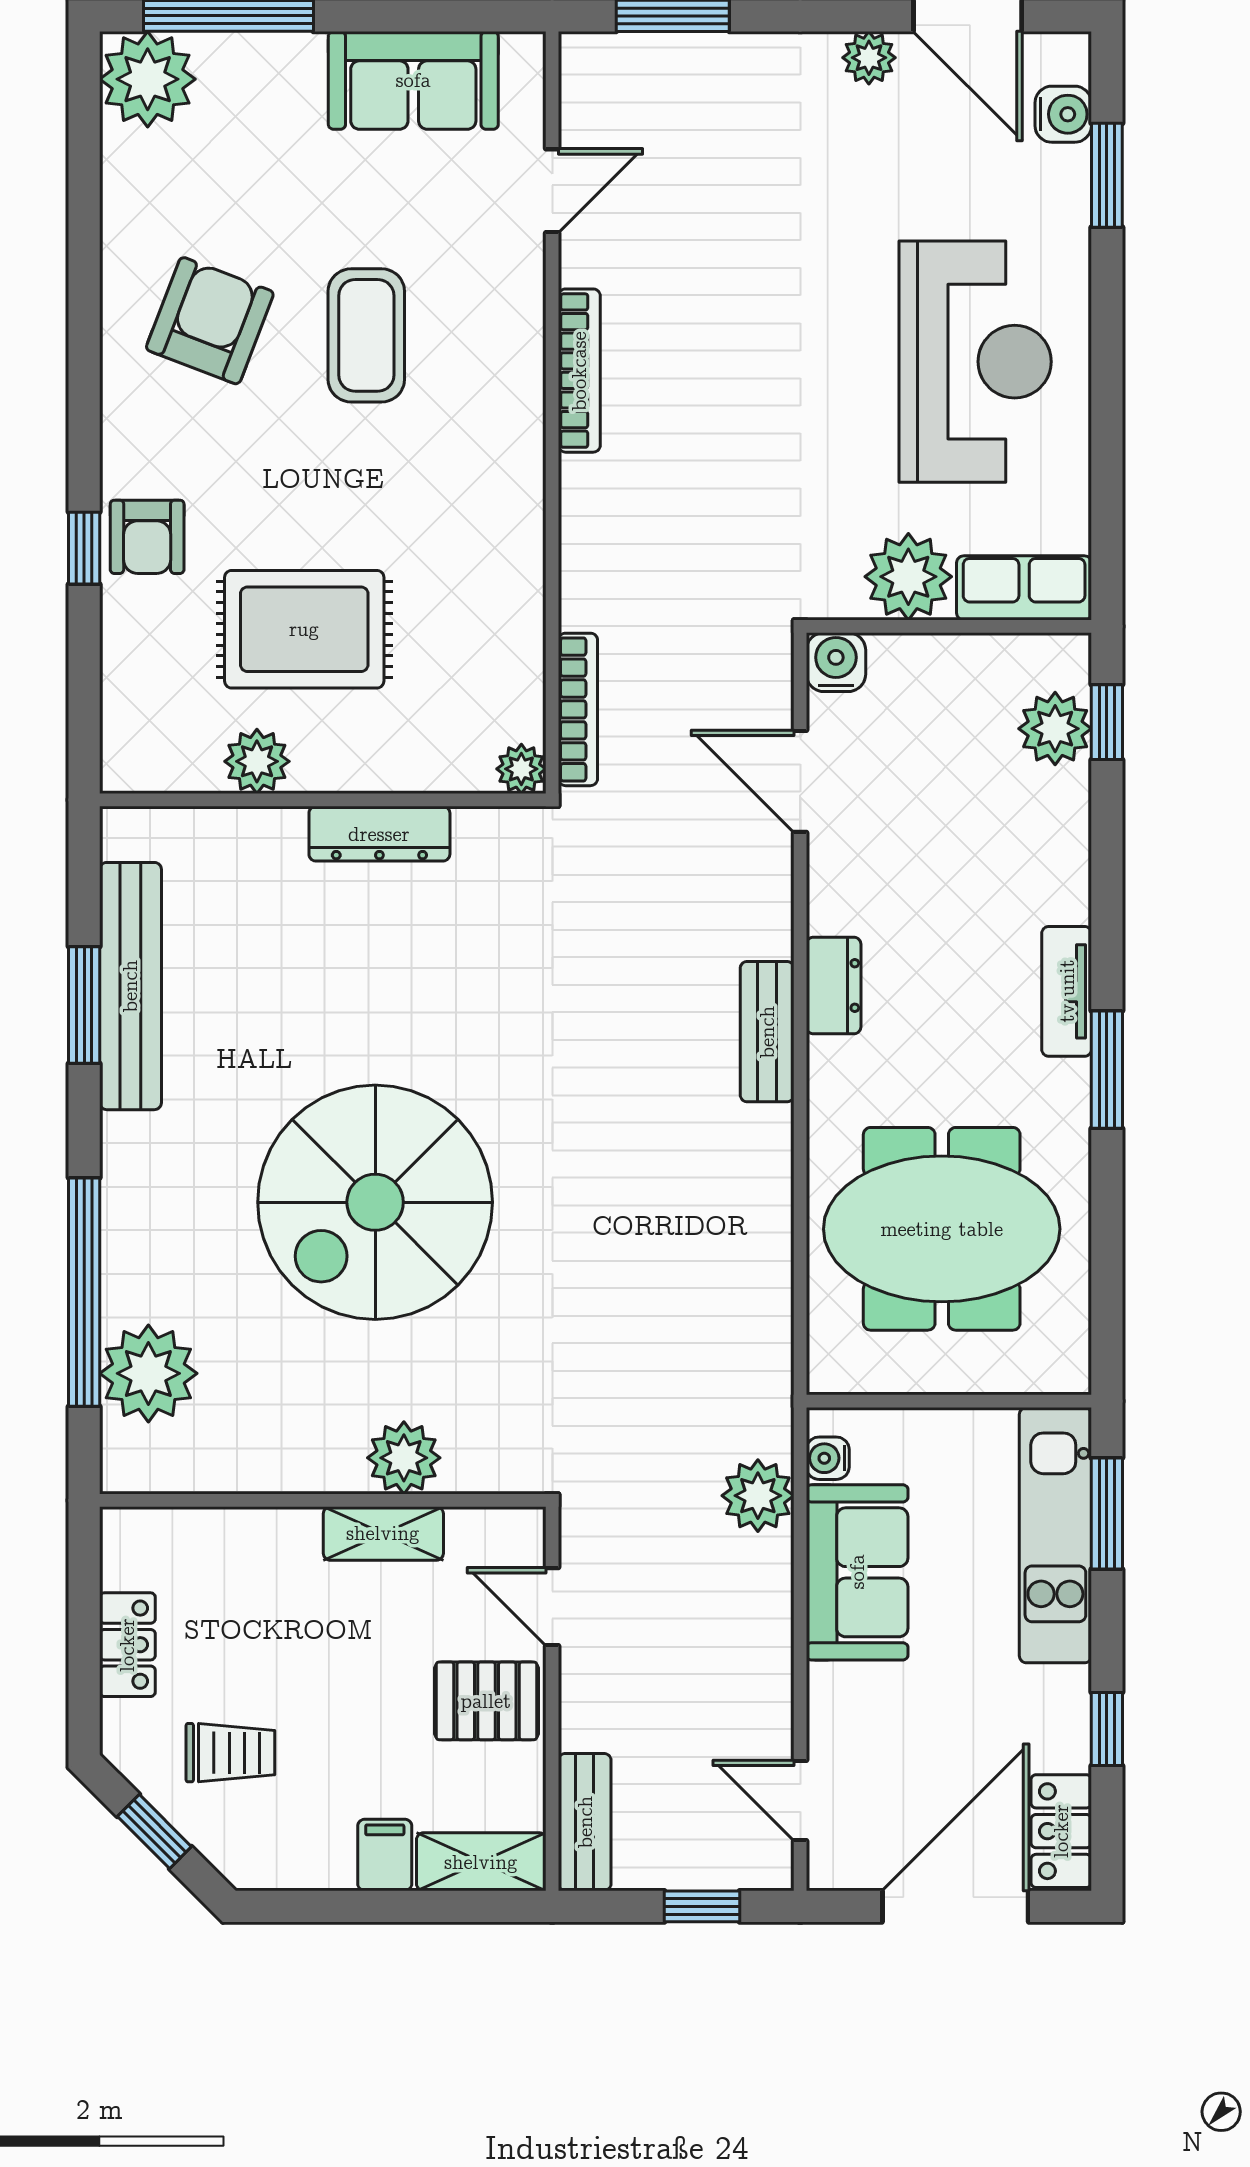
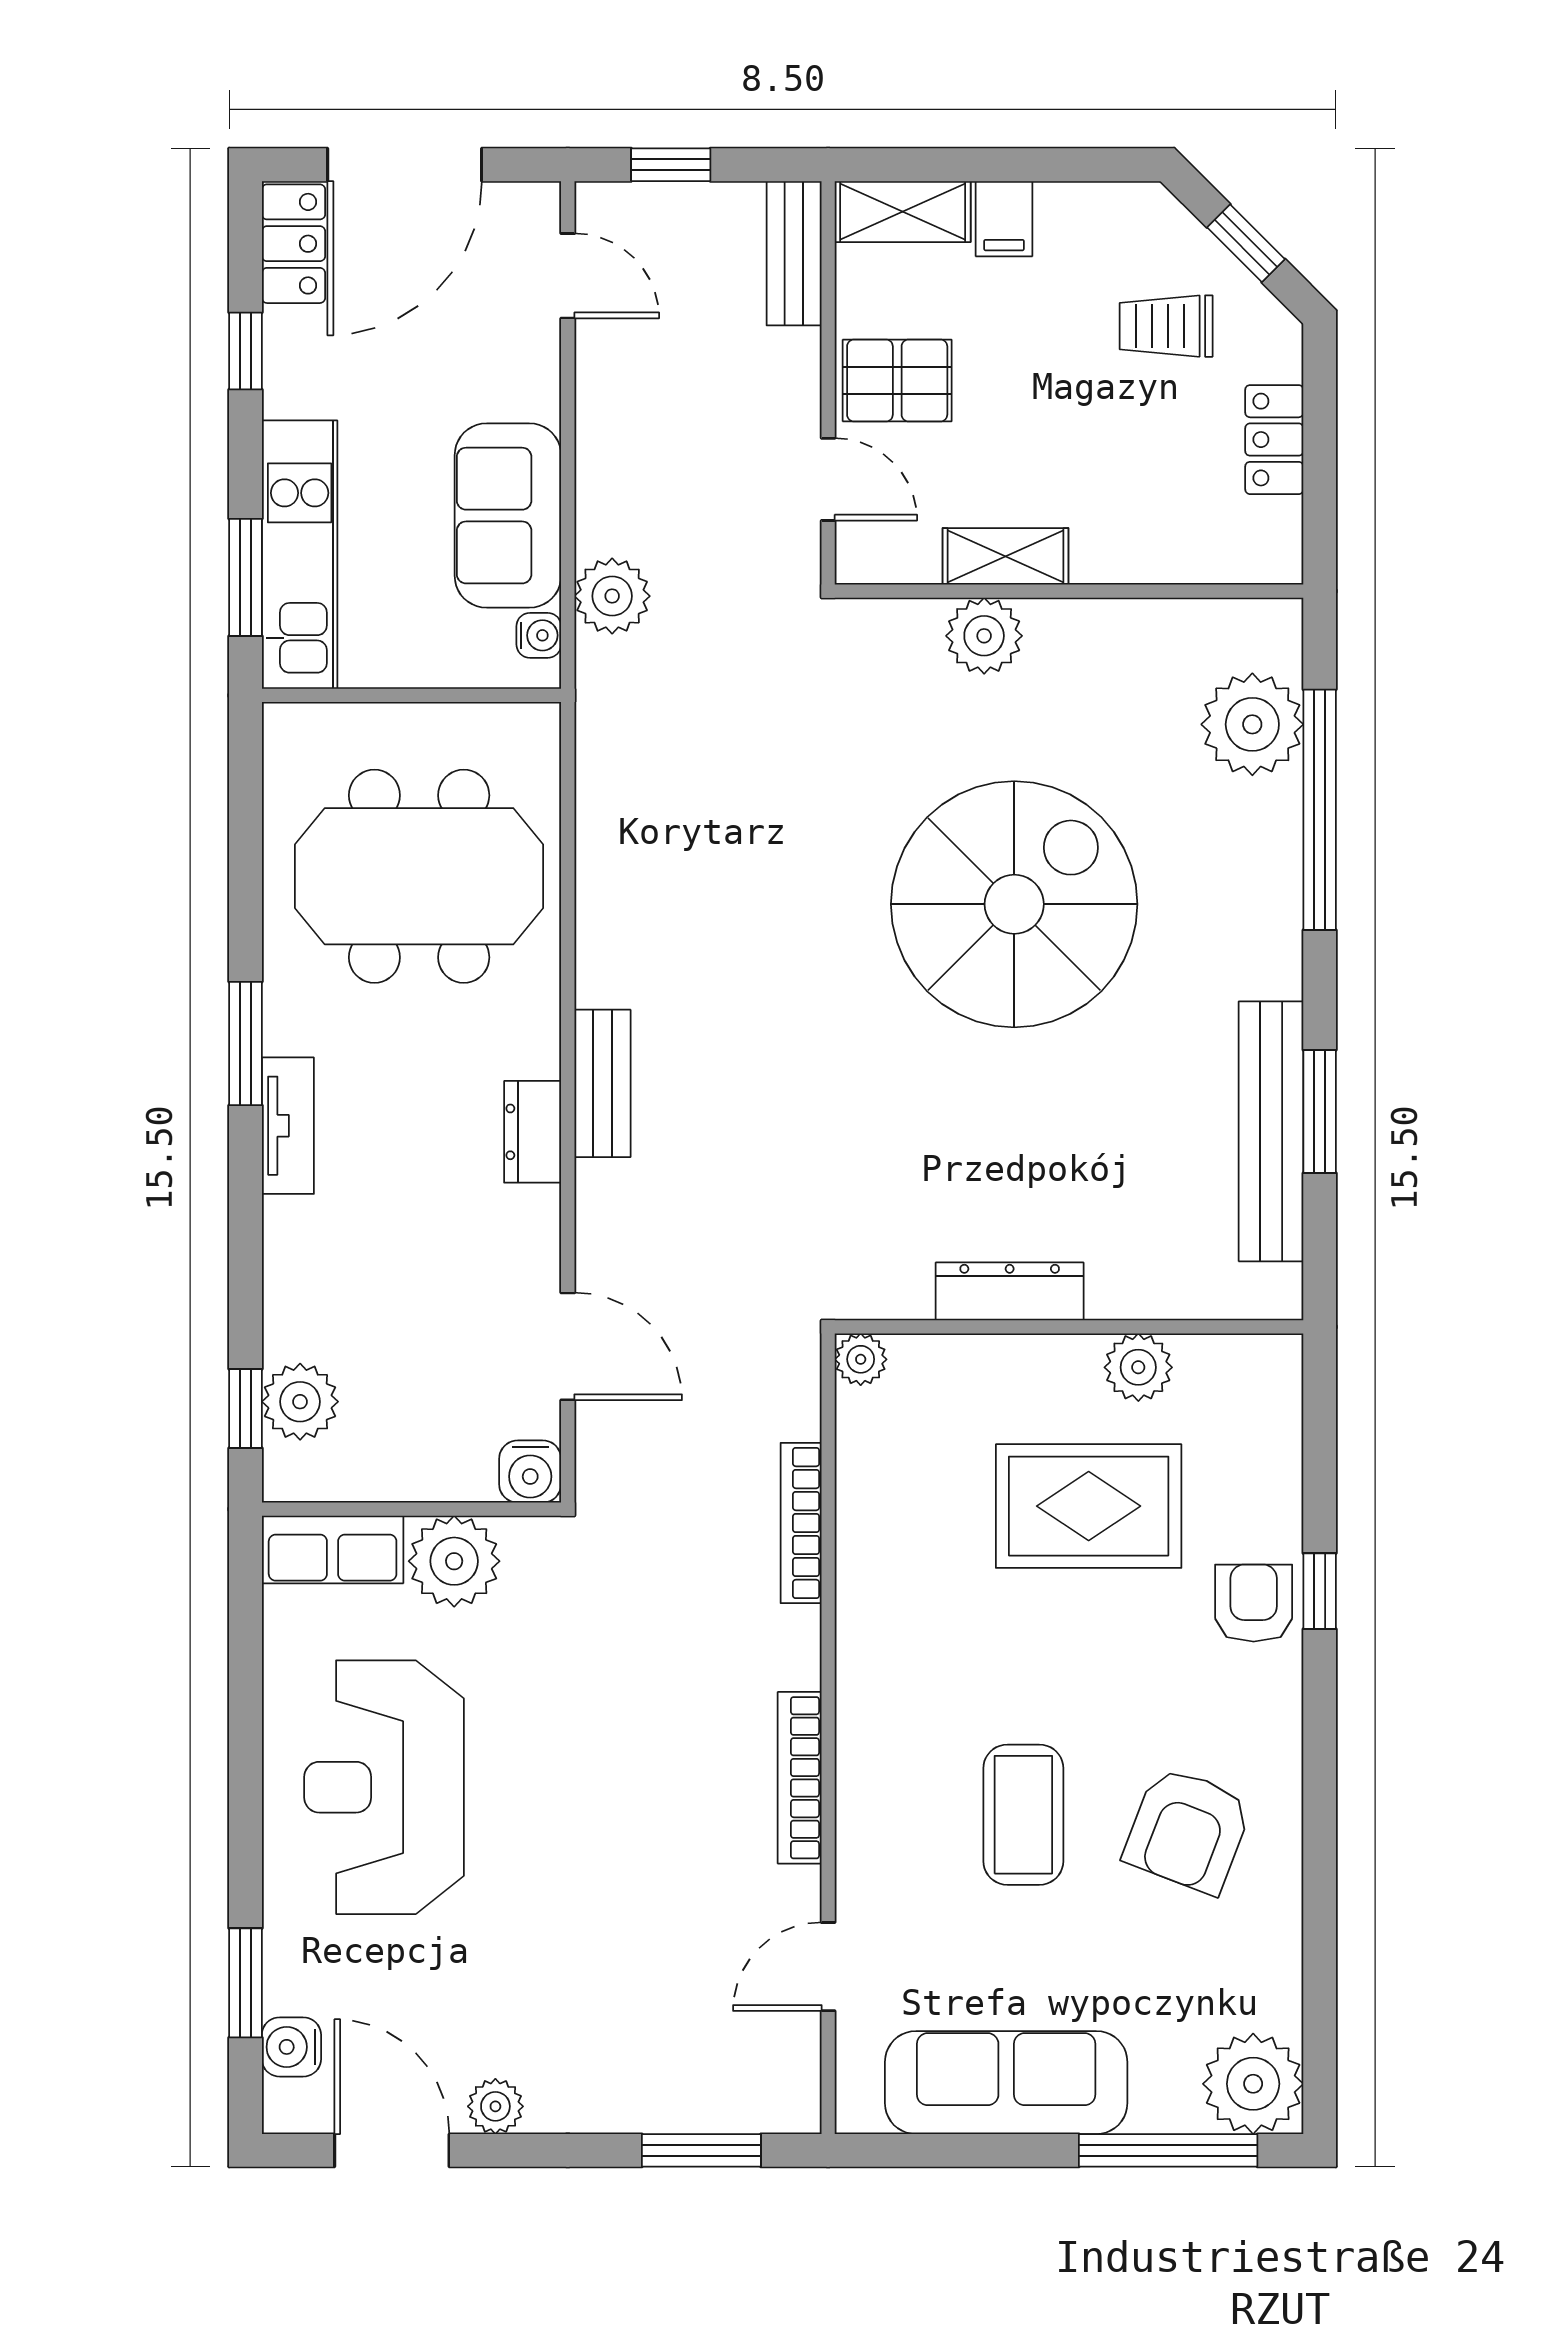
sofa: (413, 80) -> (1006, 2083), width x1.36
bookcase: (578, 709) -> (801, 1523), moved

